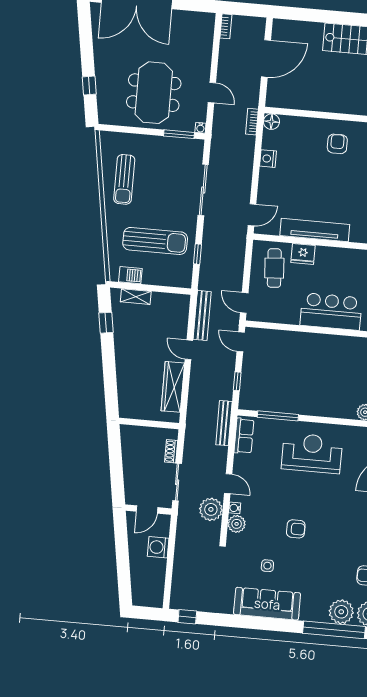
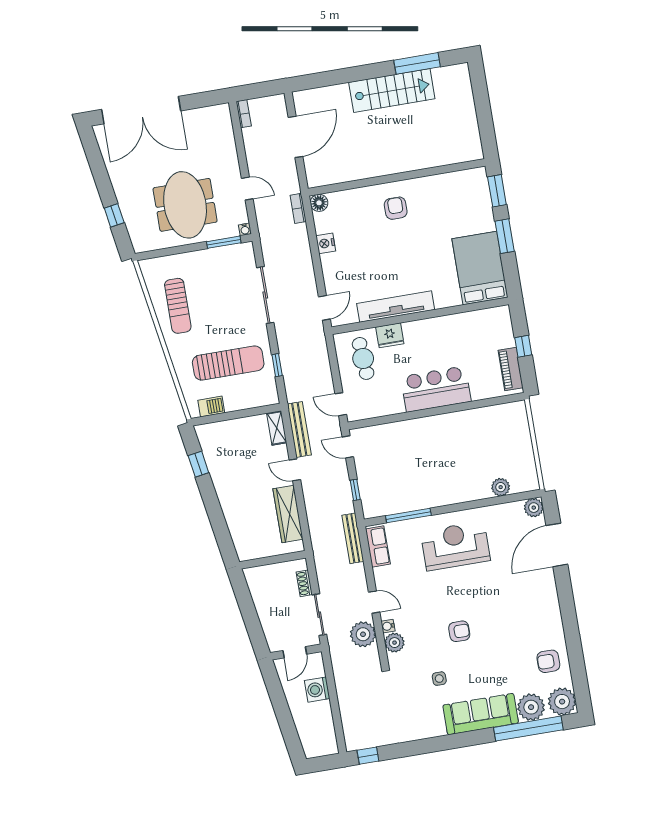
shelving: (136, 297) -> (277, 428), moved, turned 90
sofa: (267, 604) -> (481, 714), moved

